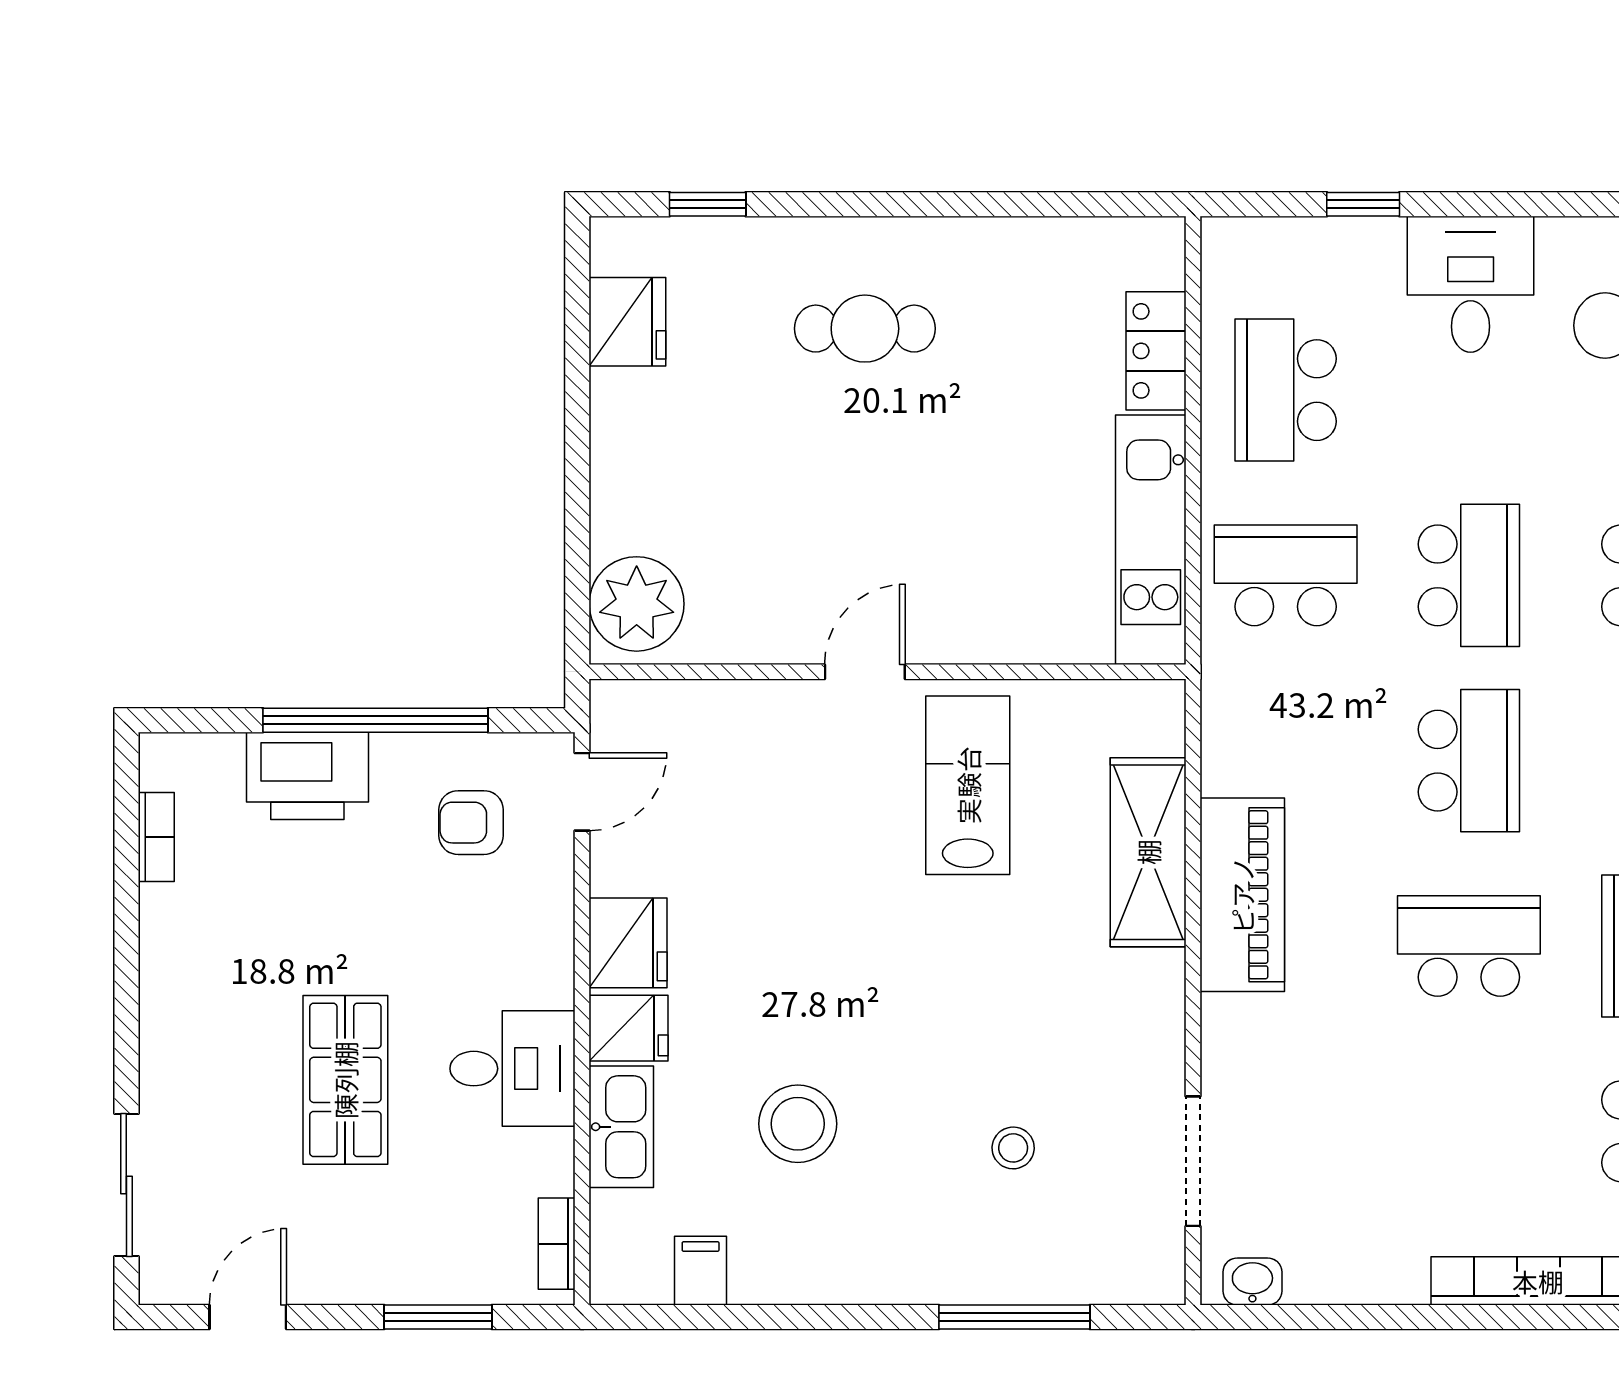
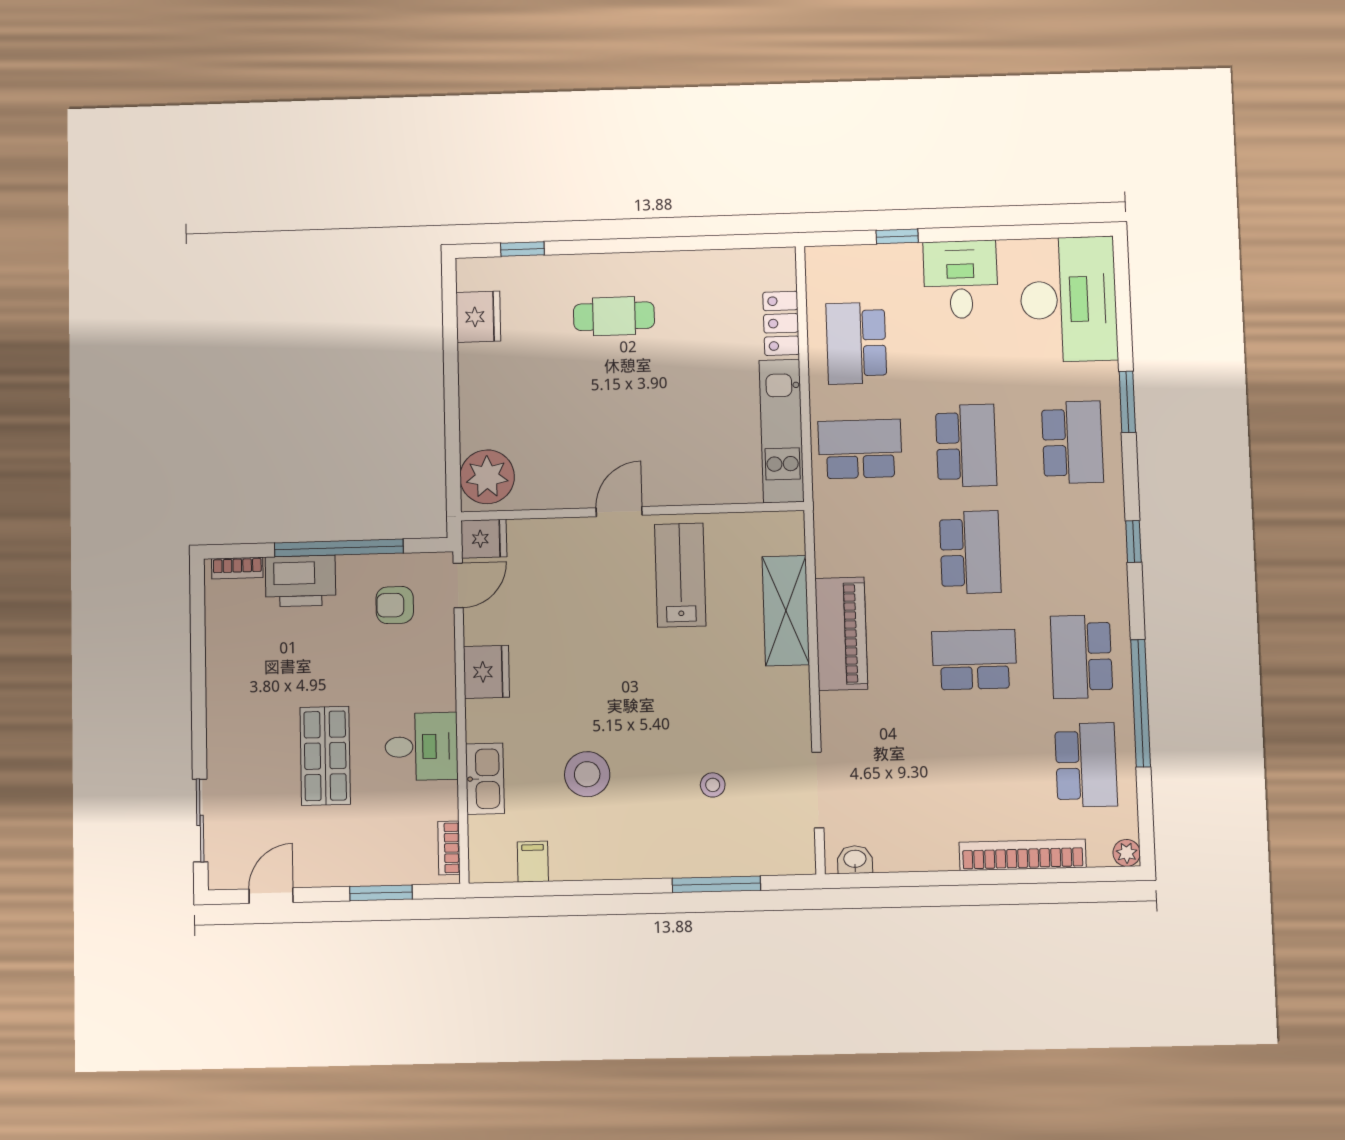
bookcase: (156, 837) -> (237, 568), moved, turned 90
fridge: (629, 1028) -> (484, 539), moved

